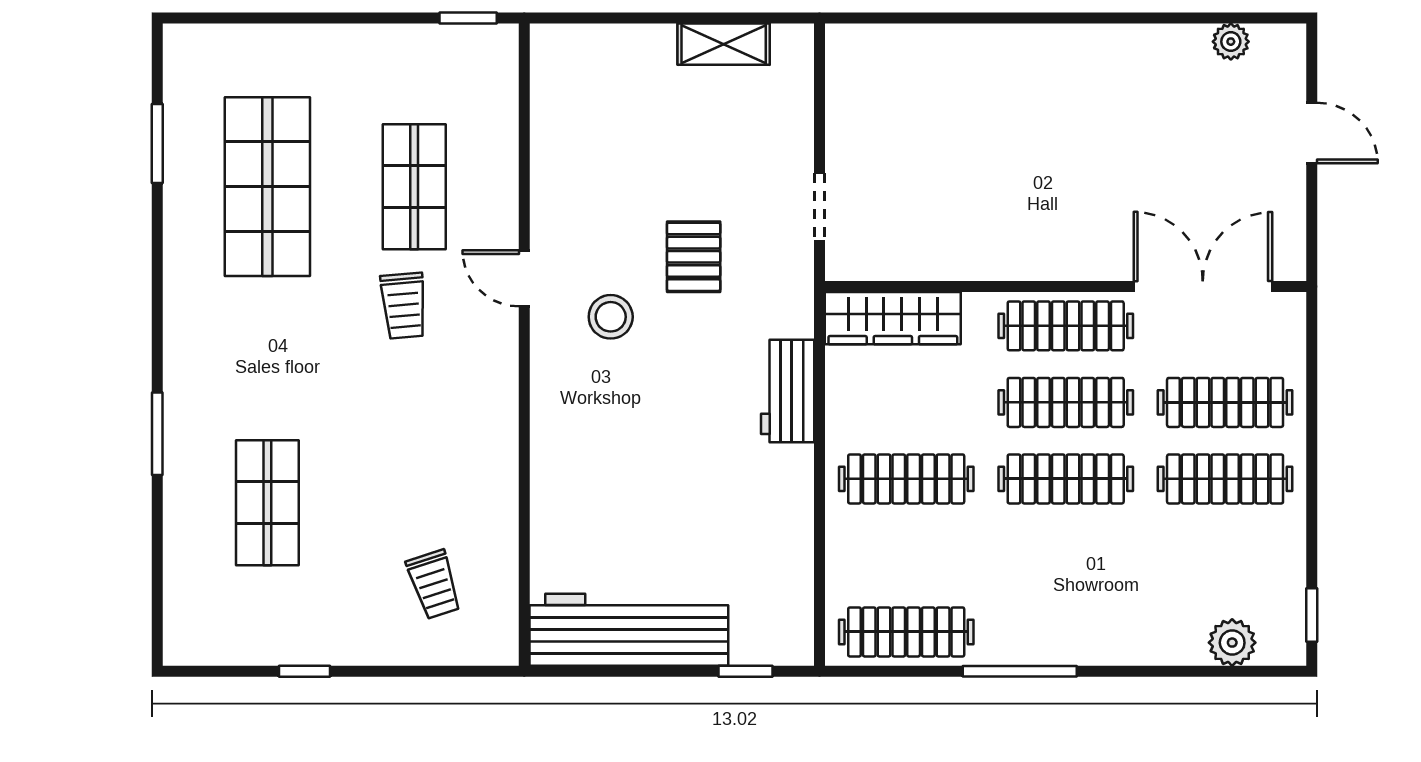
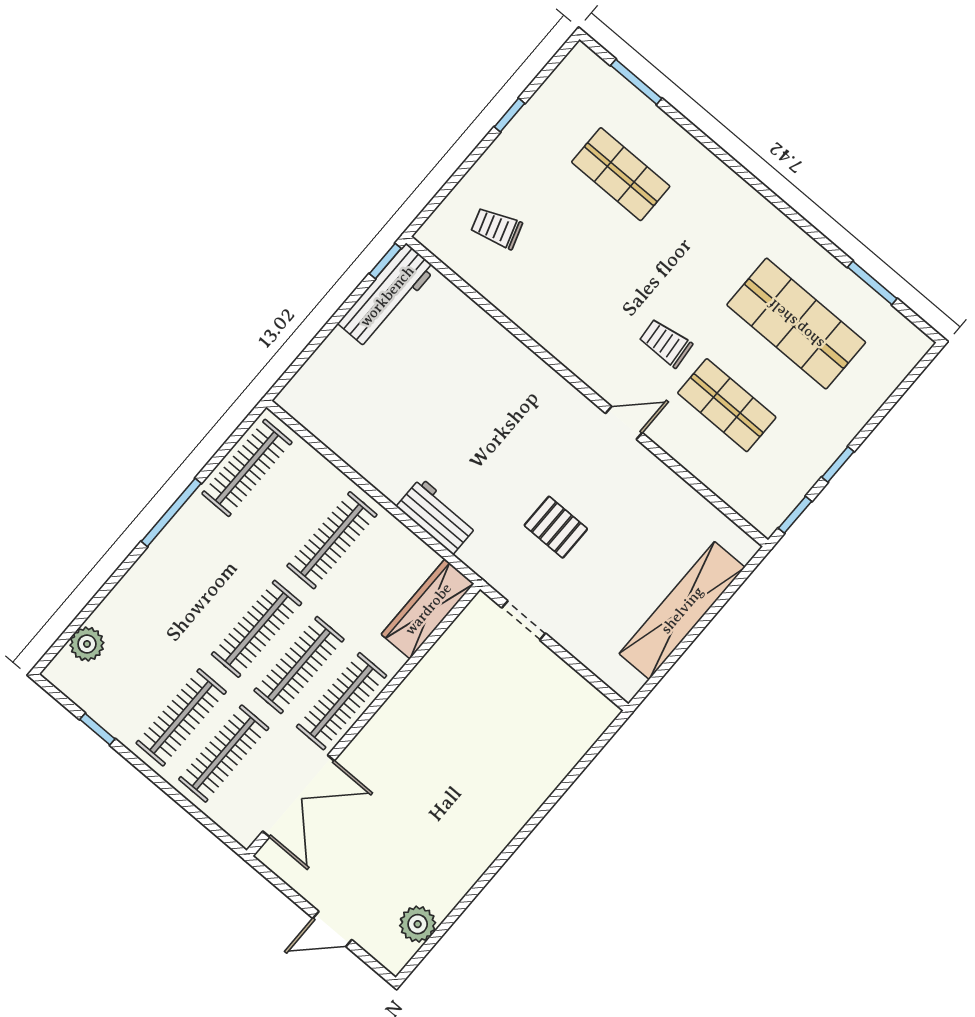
window: (377, 18) -> (838, 464), added
plant: (1231, 42) -> (418, 924), width x1.38, depth x1.38
shelving: (724, 44) -> (682, 610), width x2.20, depth x1.33
stool: (611, 317) -> (562, 453), removed
window: (157, 434) -> (636, 82), moved
window: (1312, 615) -> (97, 729), moved
workbench: (629, 630) -> (387, 296), width x0.73, depth x0.76
window: (745, 671) -> (385, 261), moved

